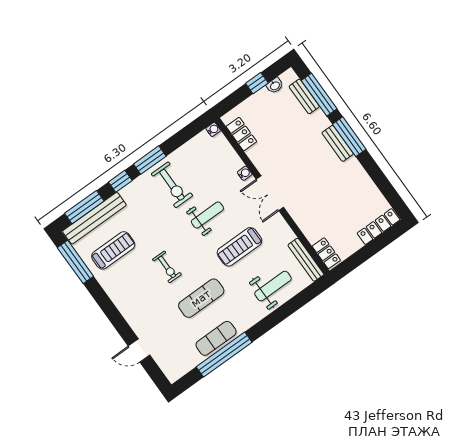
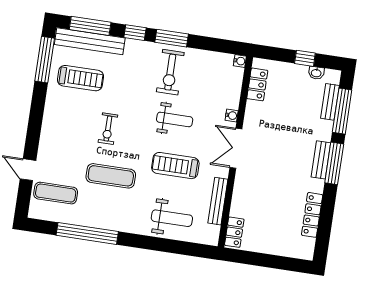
locker: (378, 227) -> (312, 215), moved, turned -90
bench: (306, 260) -> (218, 201), moved
exercise mat: (216, 338) -> (56, 193), moved

